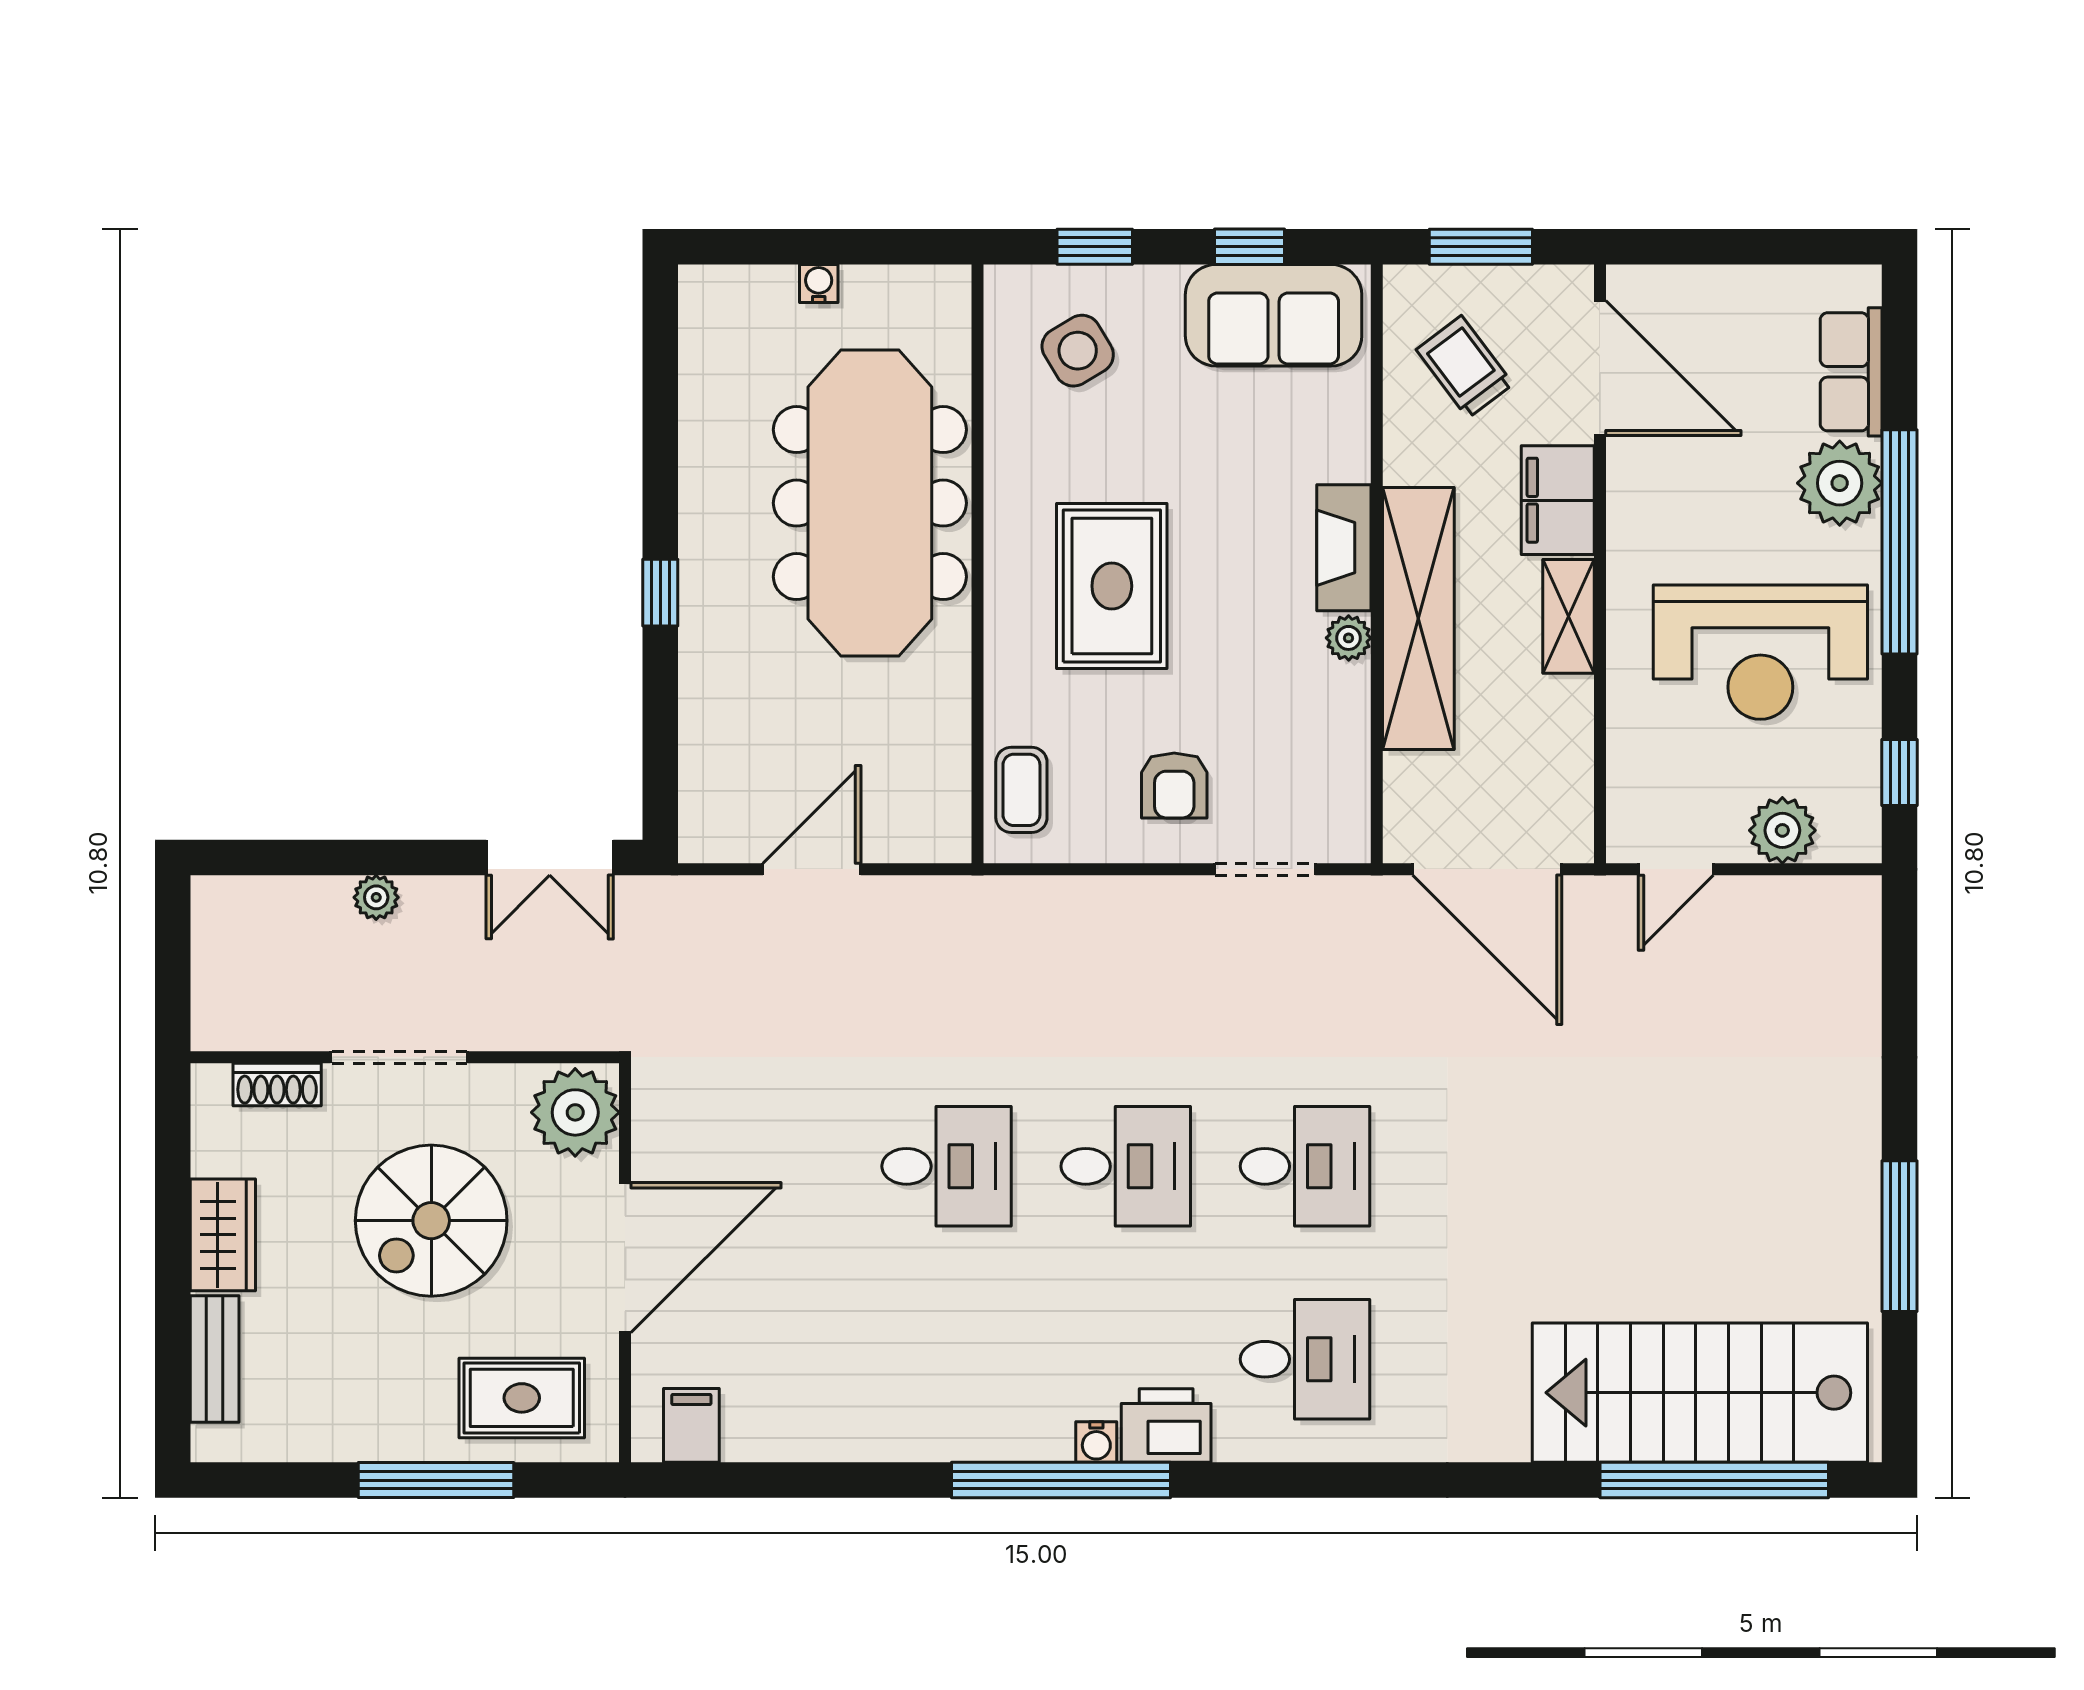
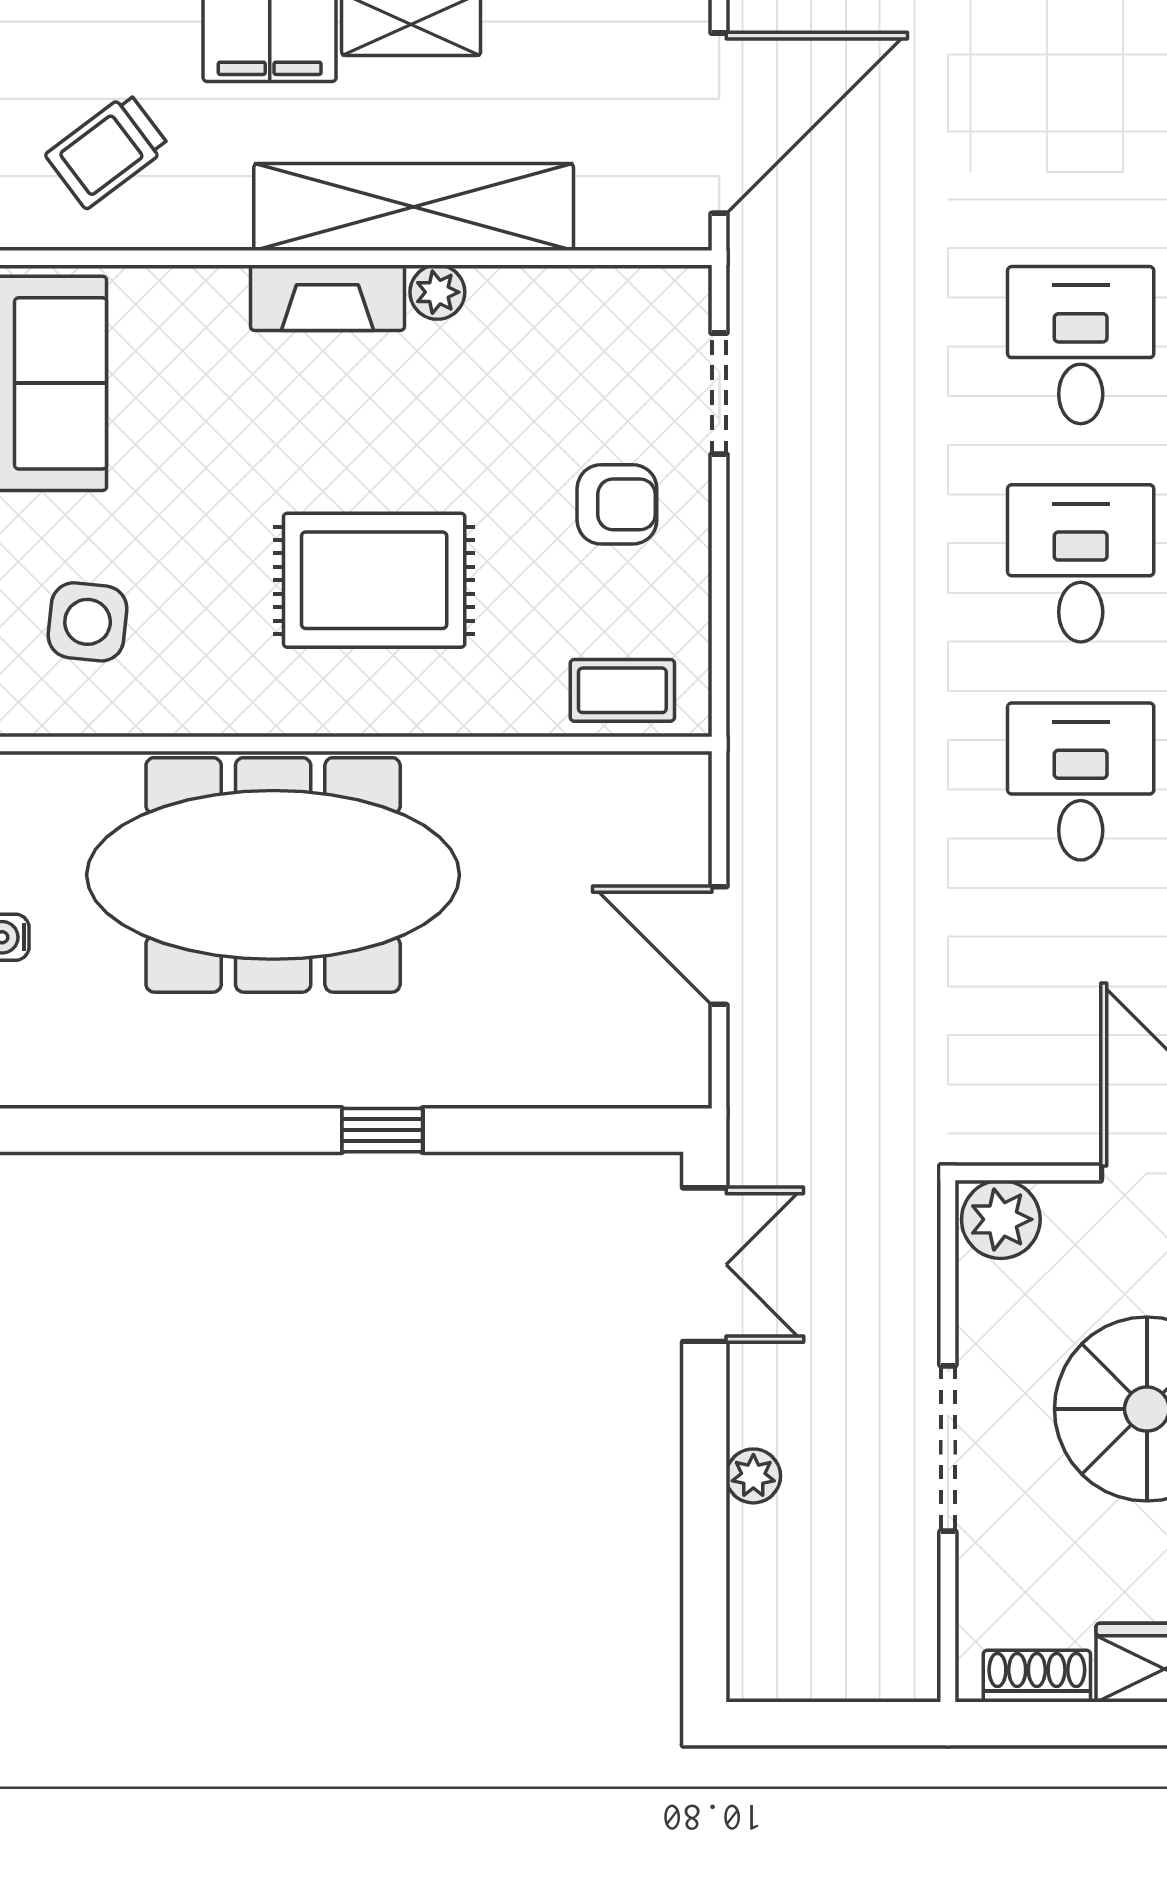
side table: (1078, 351) -> (88, 622), turned 37
shoe rack: (277, 1084) -> (1037, 1676), moved, turned -90
plant: (575, 1112) -> (1001, 1219), width x0.73, depth x0.73

